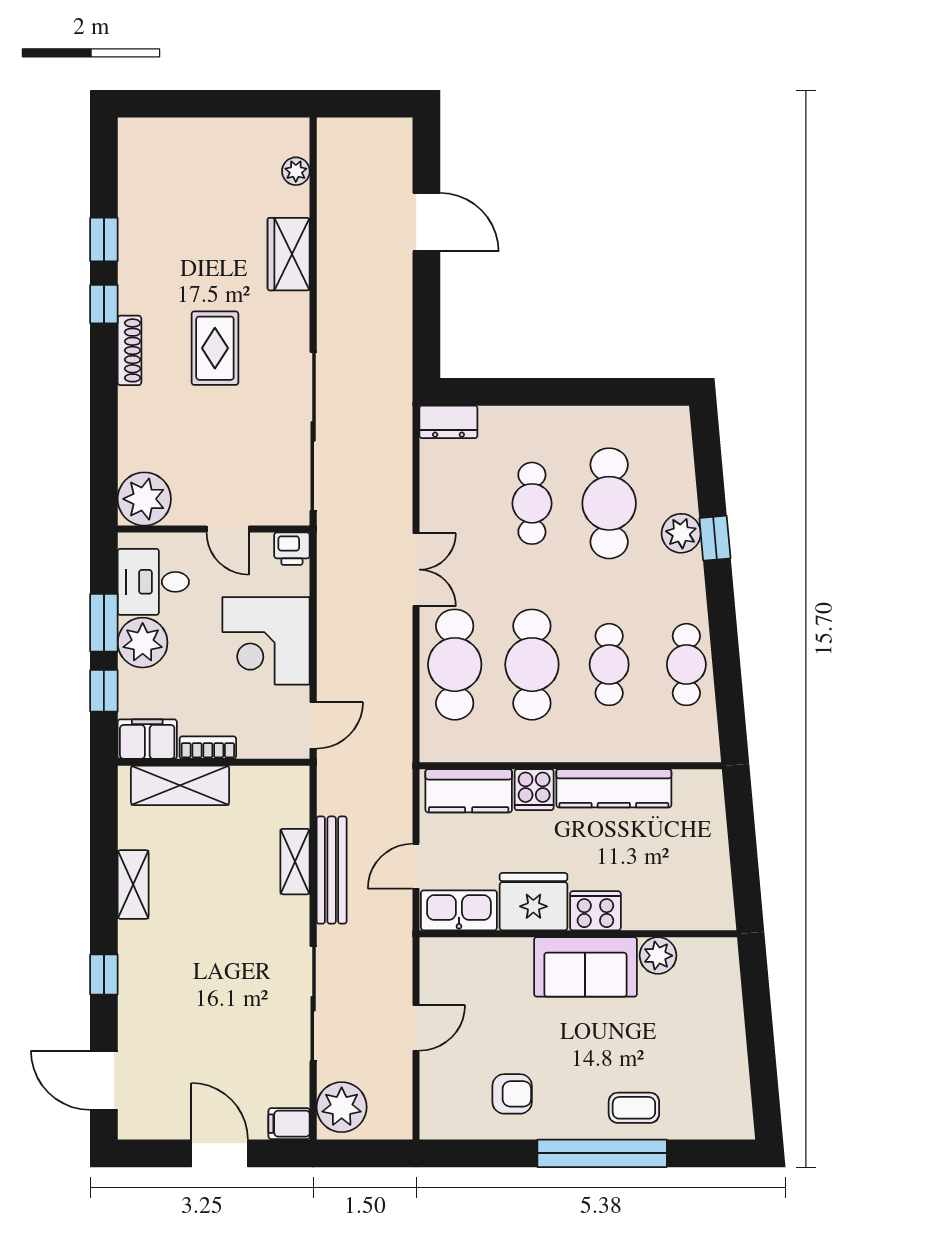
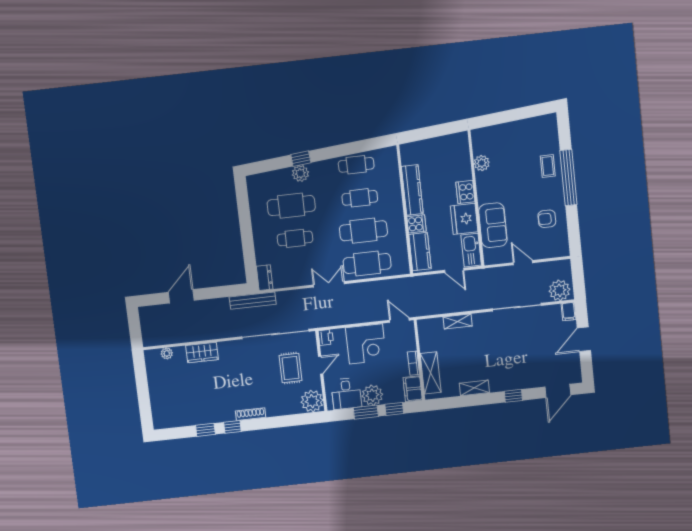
rug: (215, 348) -> (290, 368), moved, turned 90
bench: (332, 870) -> (253, 301), moved
sofa: (585, 967) -> (493, 225), moved
armchair: (512, 1094) -> (547, 219), turned -90

